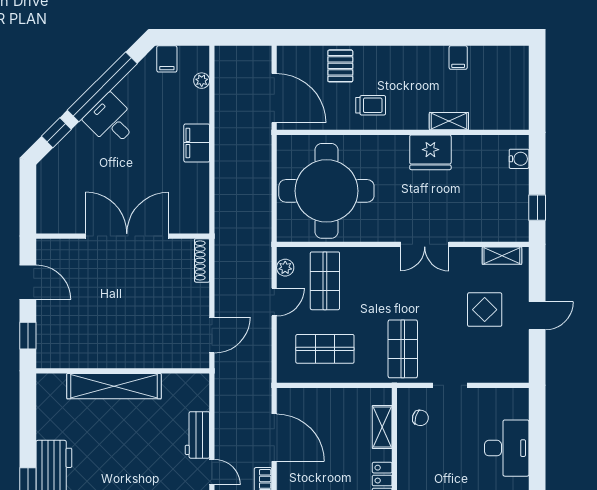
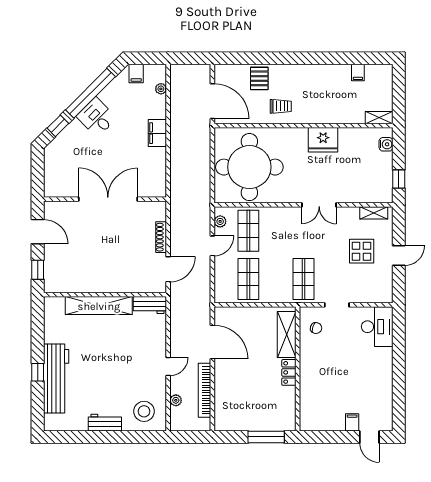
filing cabinet: (458, 58) -> (358, 72), moved
shelving: (449, 121) -> (379, 118), moved
shoe rack: (202, 260) -> (161, 237), moved
shop shelf: (325, 349) -> (248, 279), turned 90
shelving: (382, 427) -> (287, 334), width x1.50, depth x1.33
workbench: (197, 435) -> (150, 305), moved, turned -90
desk: (507, 448) -> (377, 327), moved
door: (212, 472) -> (168, 366), hinge flipped

